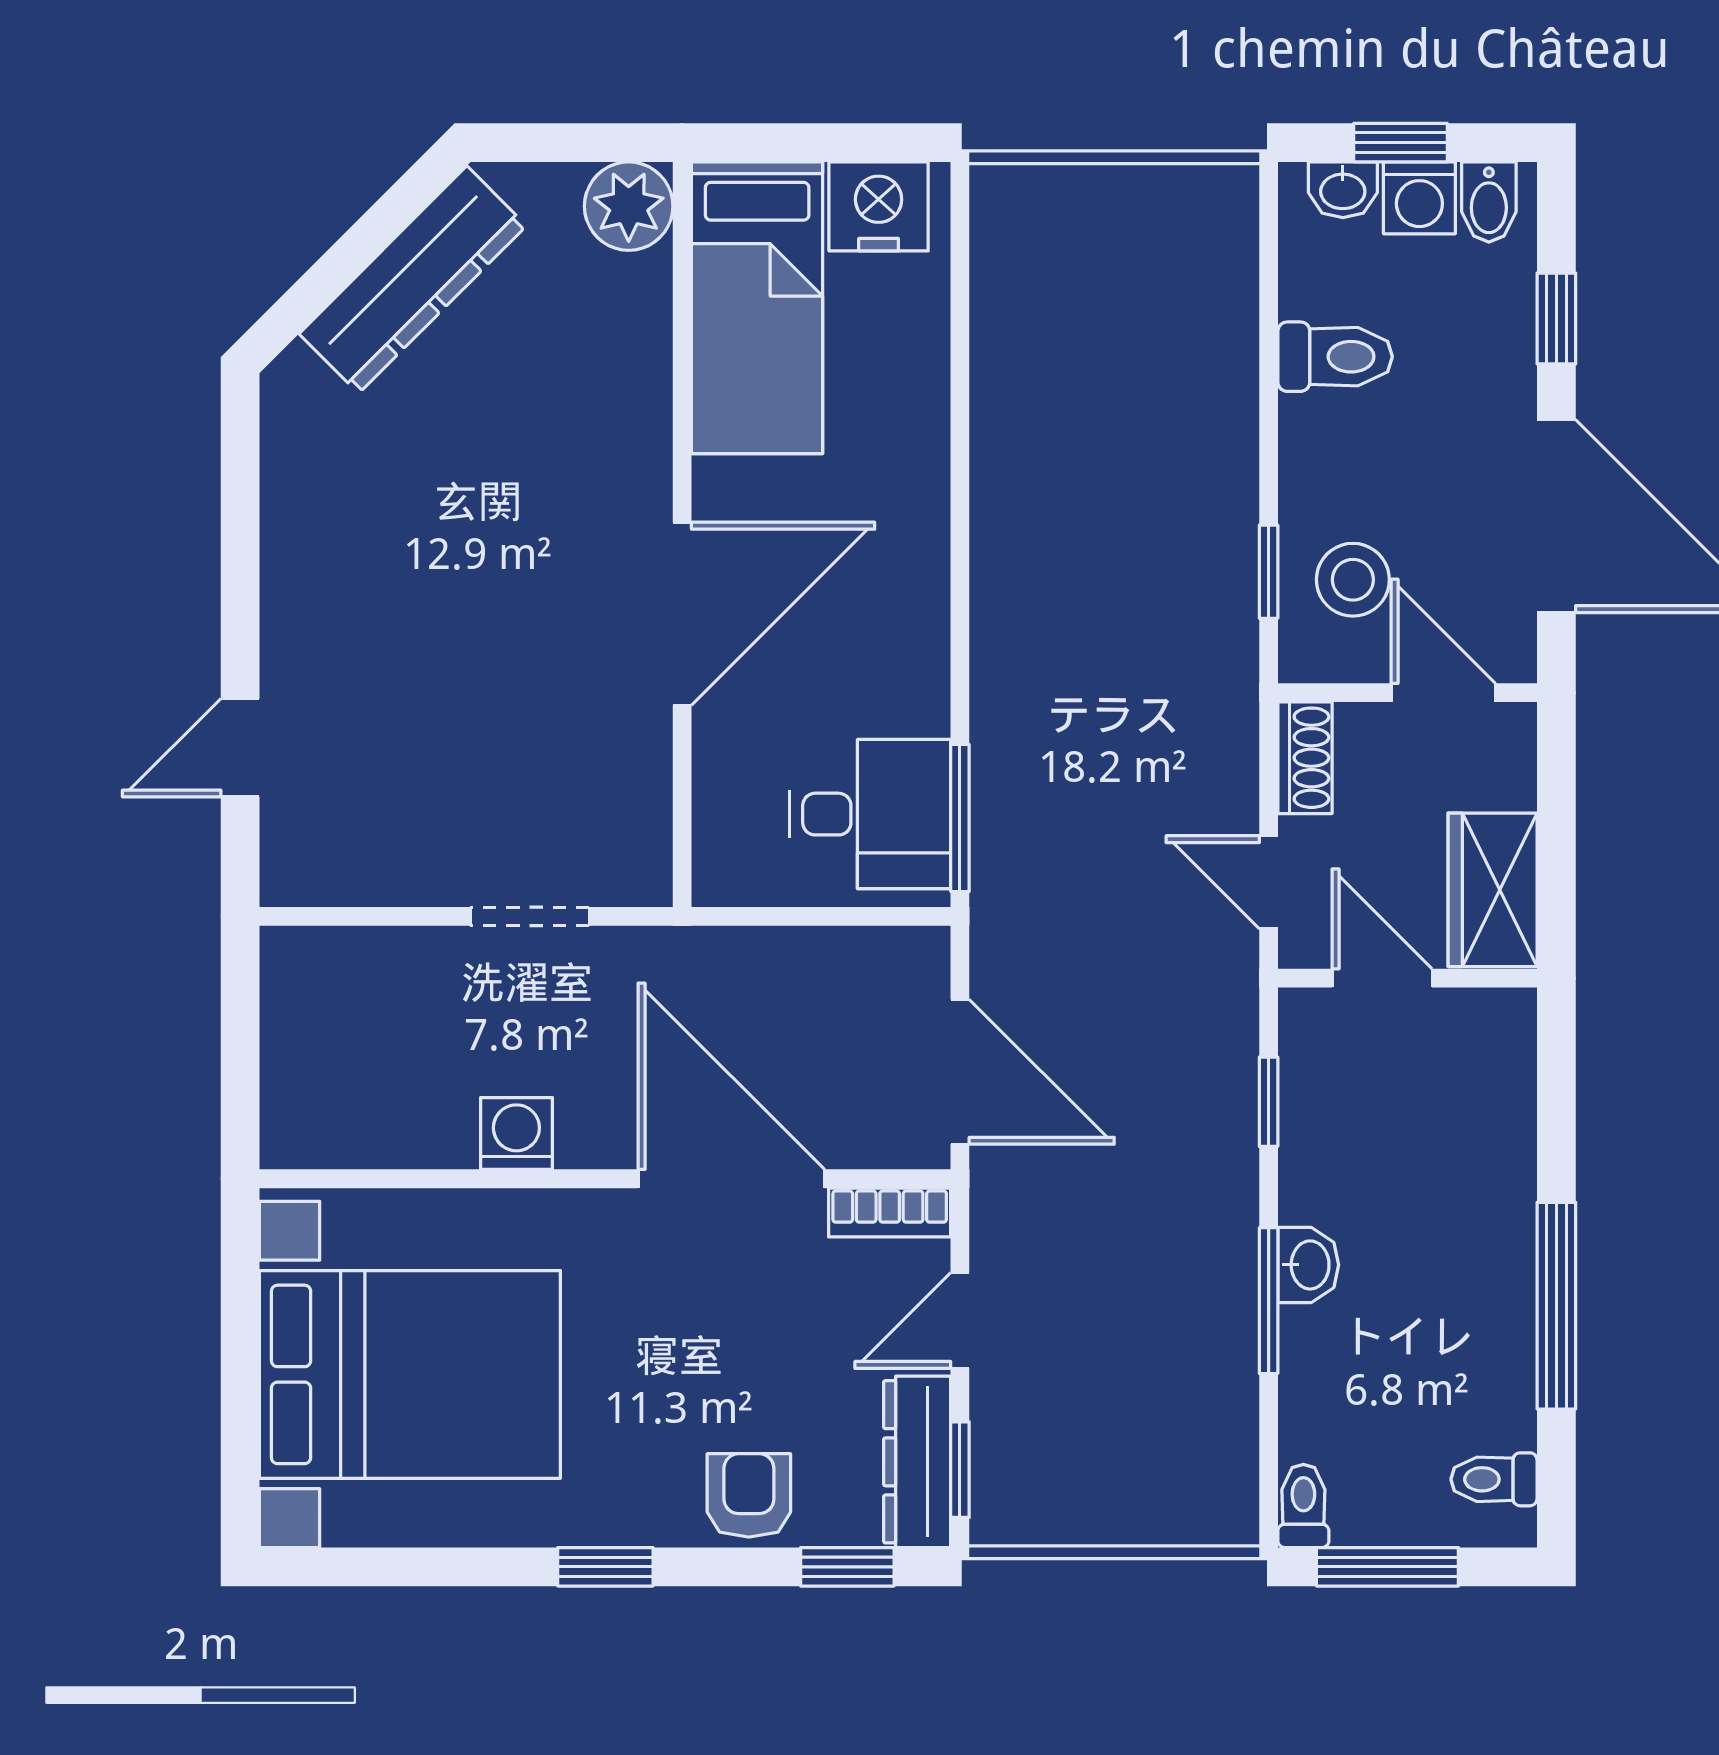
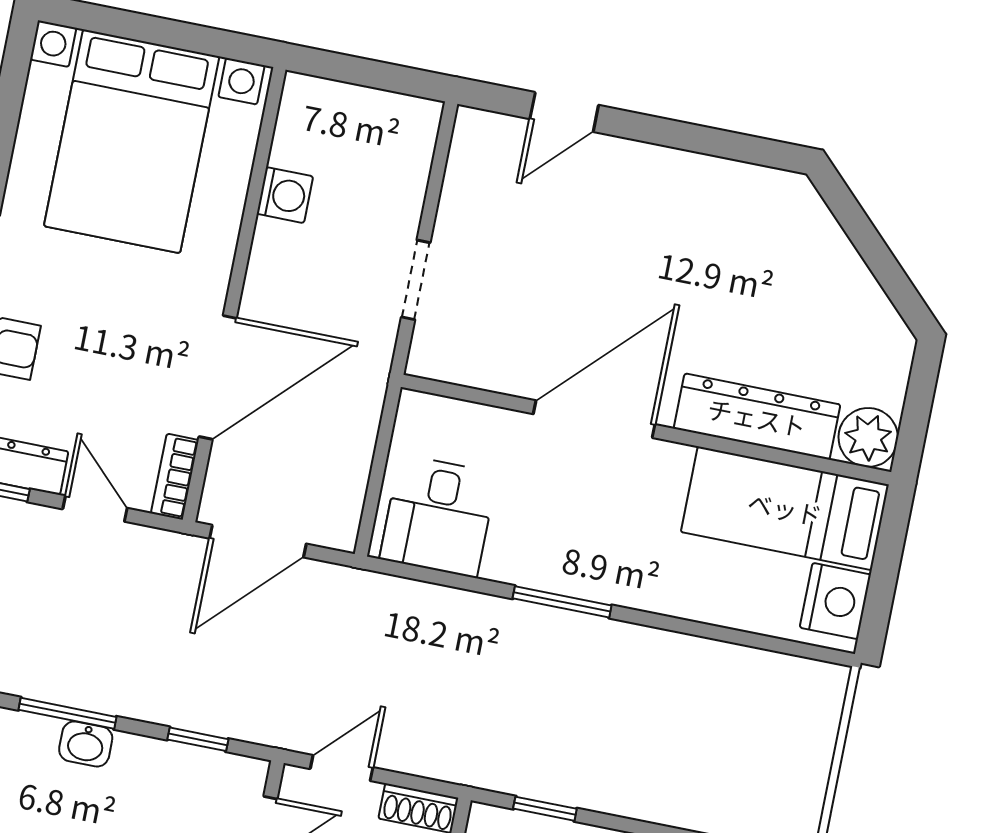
dresser: (413, 280) -> (757, 417), moved, turned 135
door: (682, 614) -> (594, 419), swing flipped
door: (240, 748) -> (564, 112), swing flipped
window: (960, 818) -> (562, 602), moved
washing machine: (516, 1134) -> (285, 195), moved

